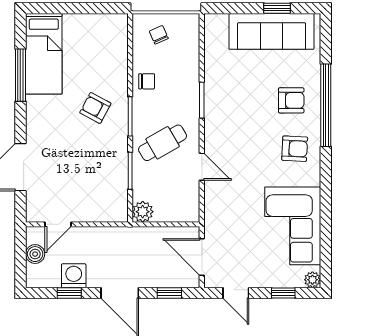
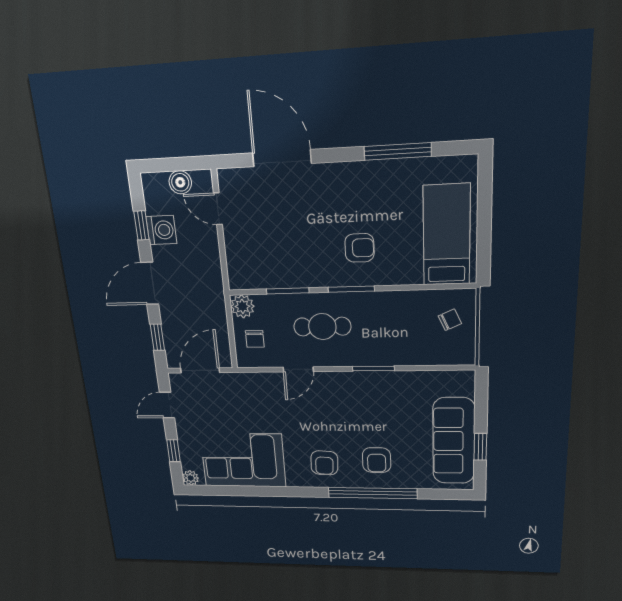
bed: (44, 54) -> (447, 235), moved, turned 90
chair: (147, 81) -> (255, 339), moved
armchair: (95, 108) -> (360, 248), turned 62
cafe table: (163, 143) -> (322, 327), turned -60

